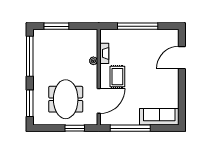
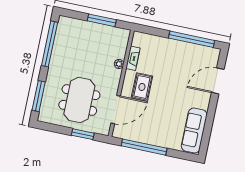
window: (56, 26) -> (102, 20), moved
window: (138, 26) -> (192, 39), moved
sofa: (159, 117) -> (194, 130), moved, turned -90

